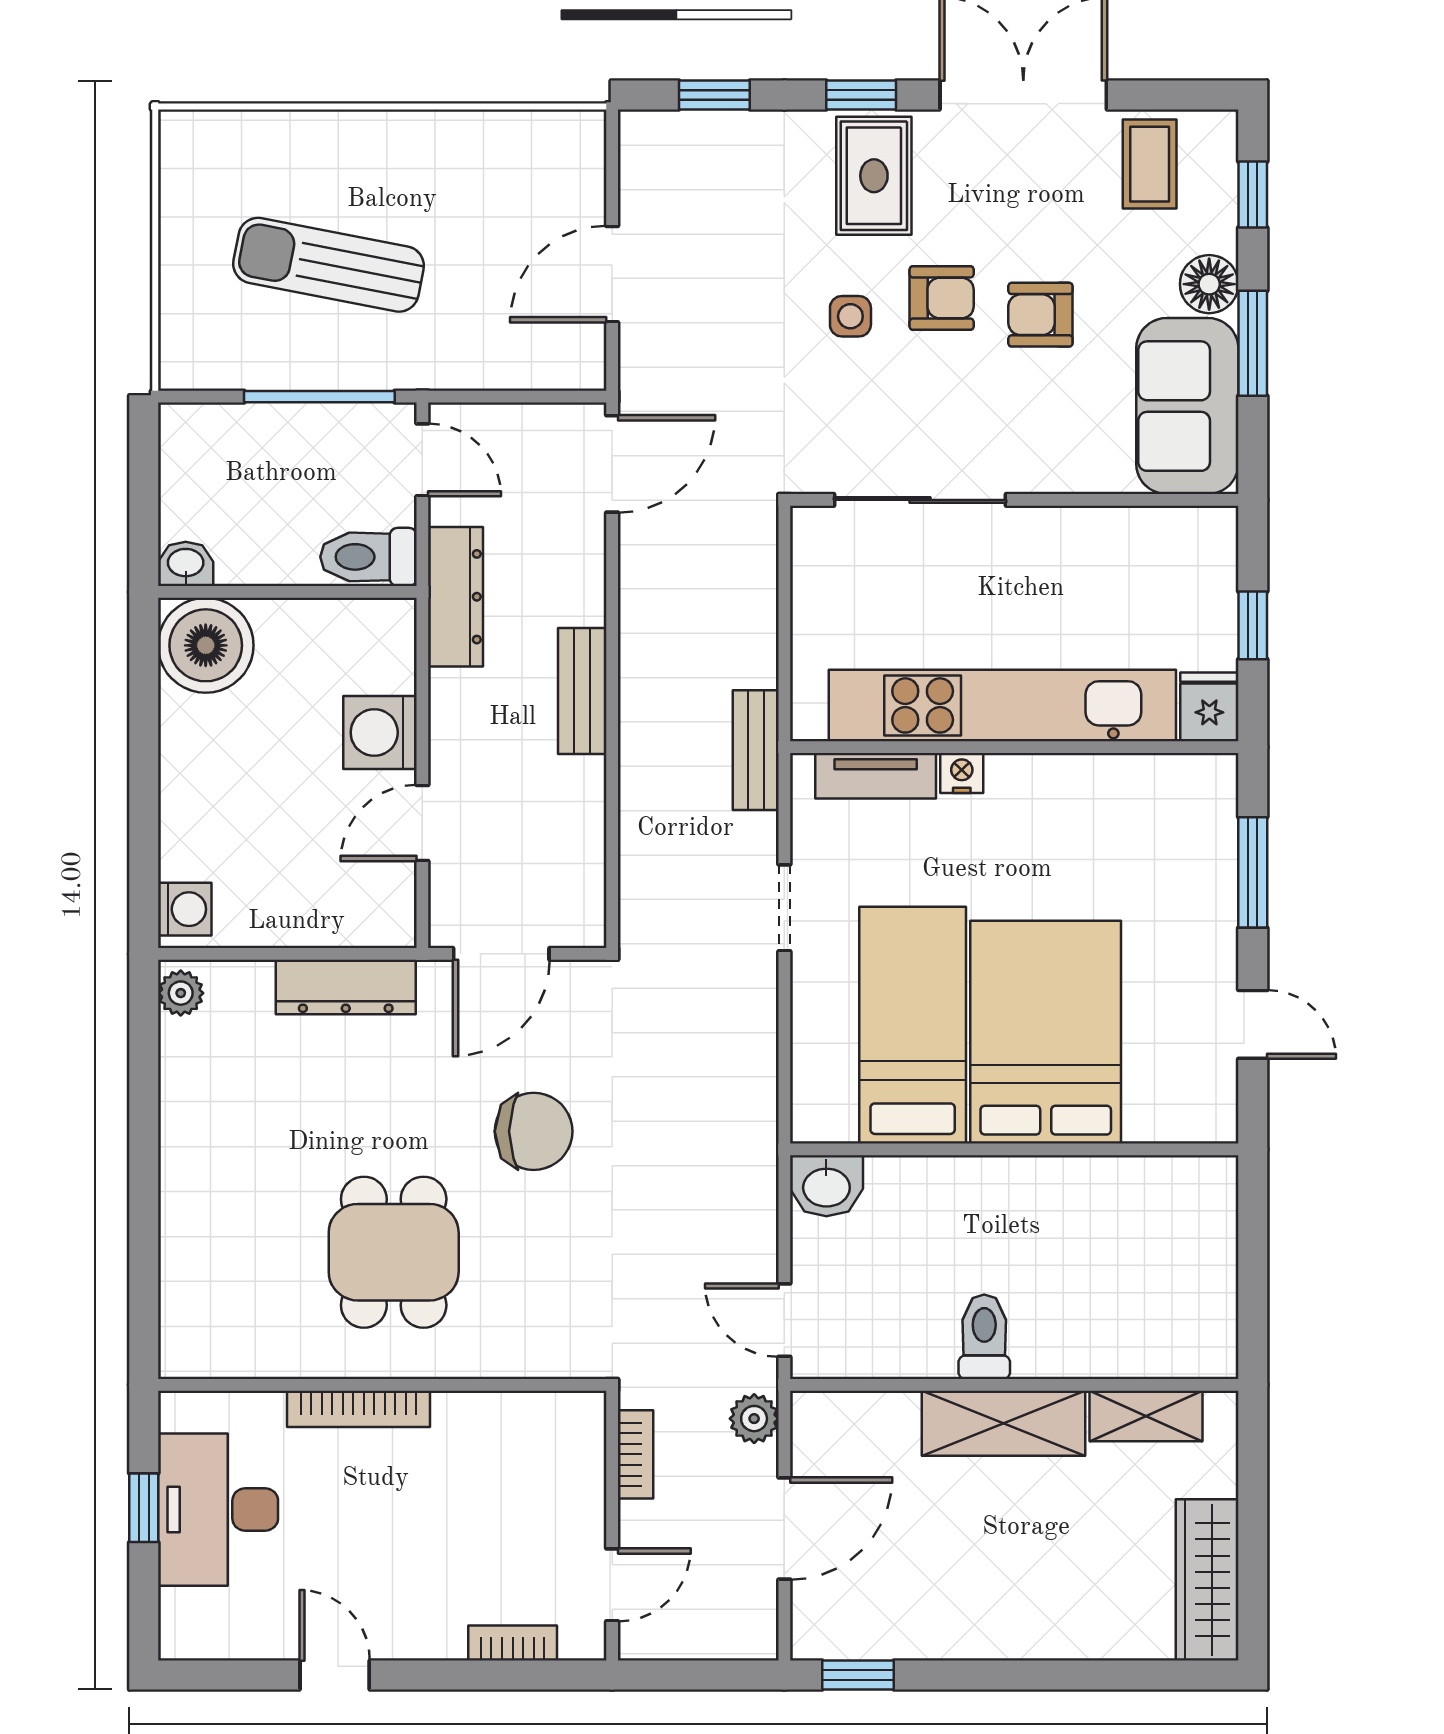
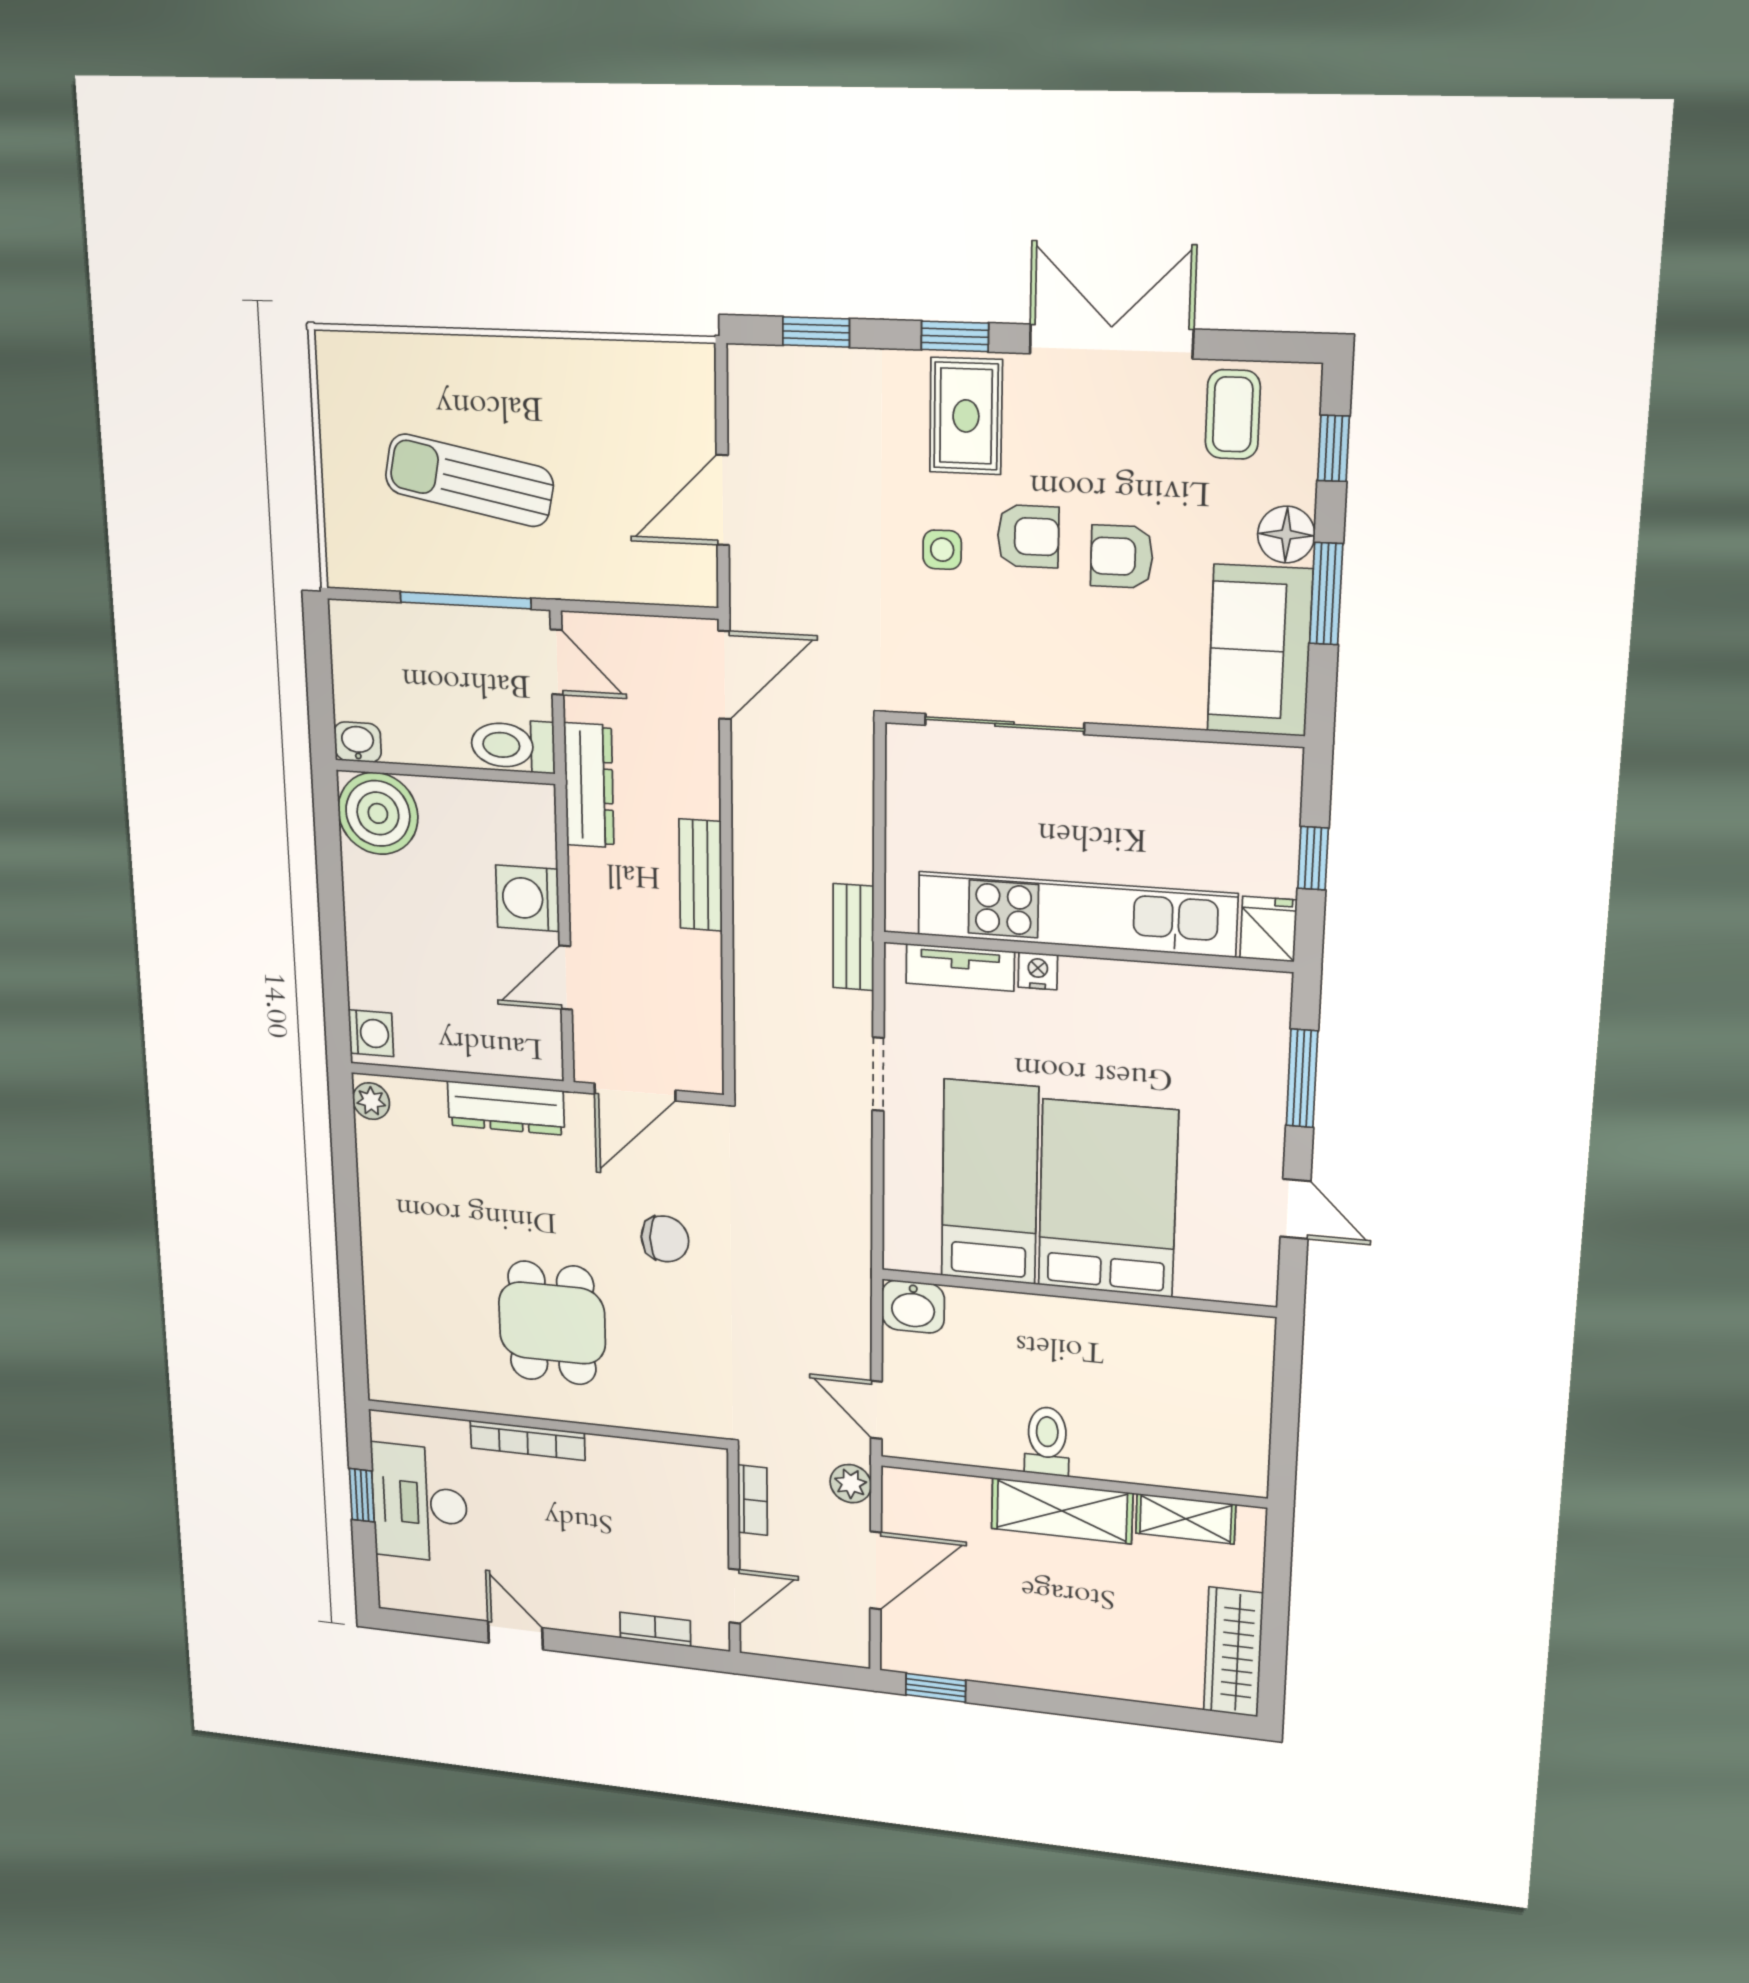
chair: (534, 1131) -> (665, 1239), width x0.73, depth x0.73

